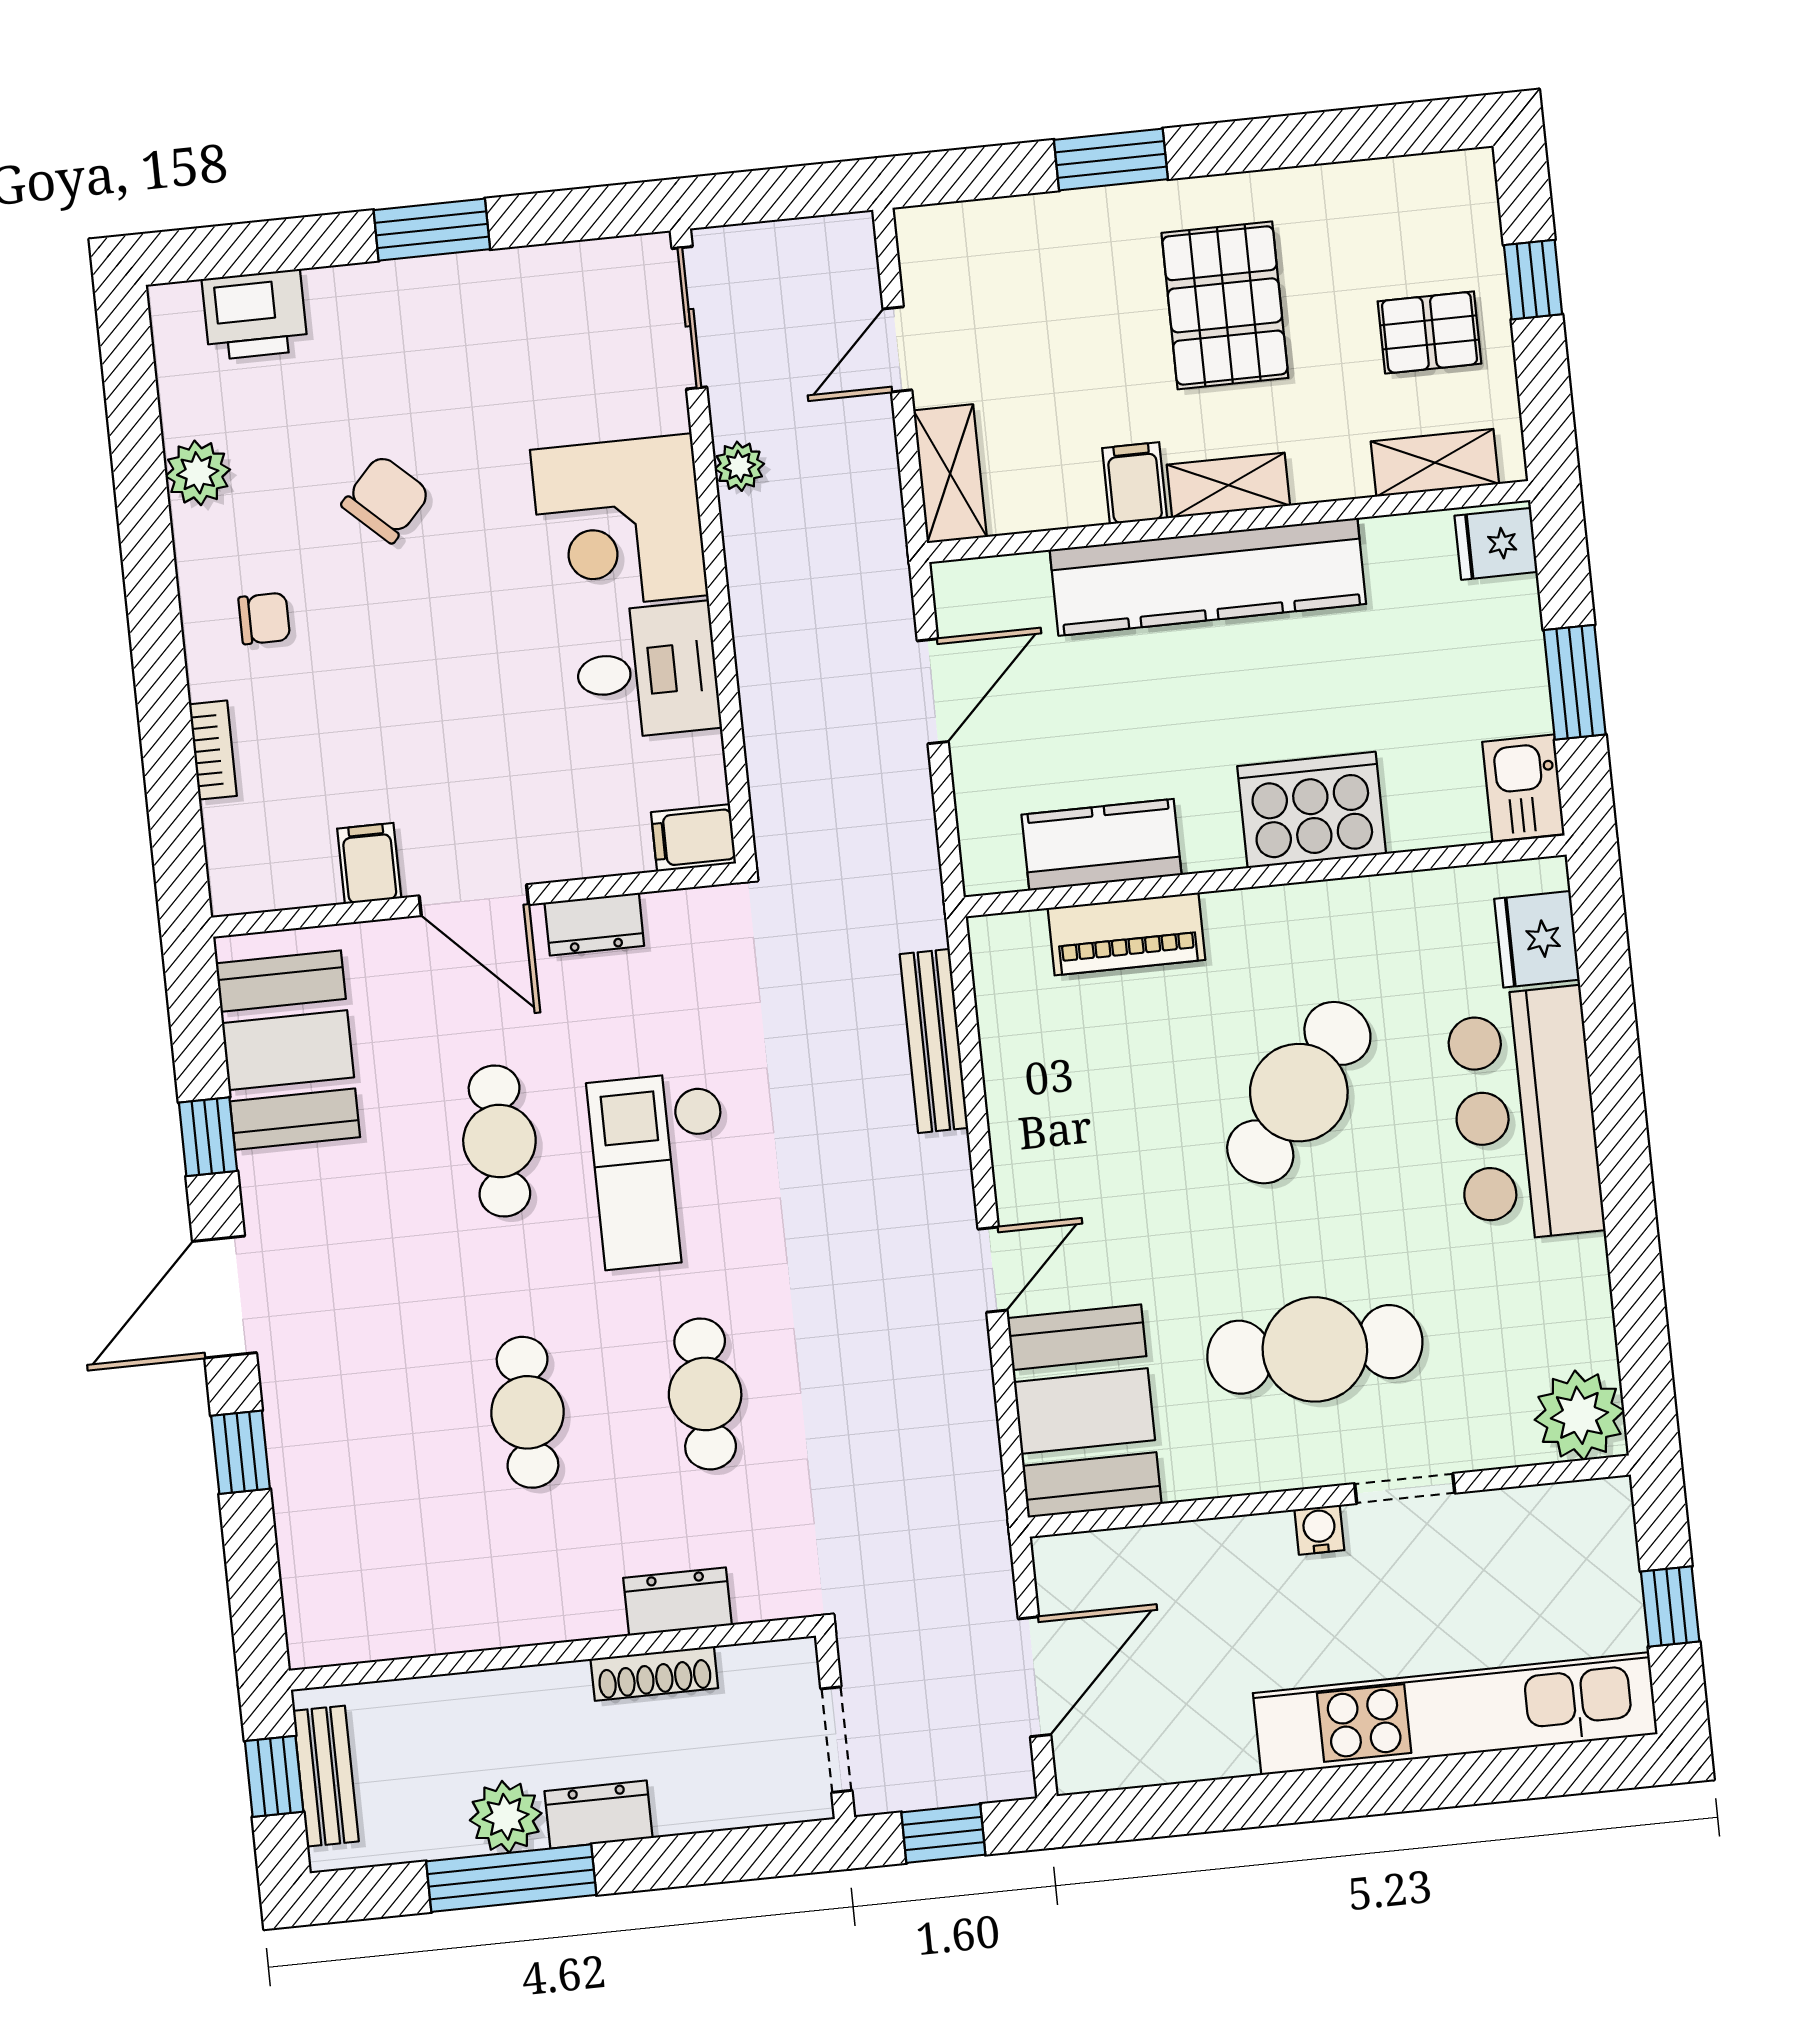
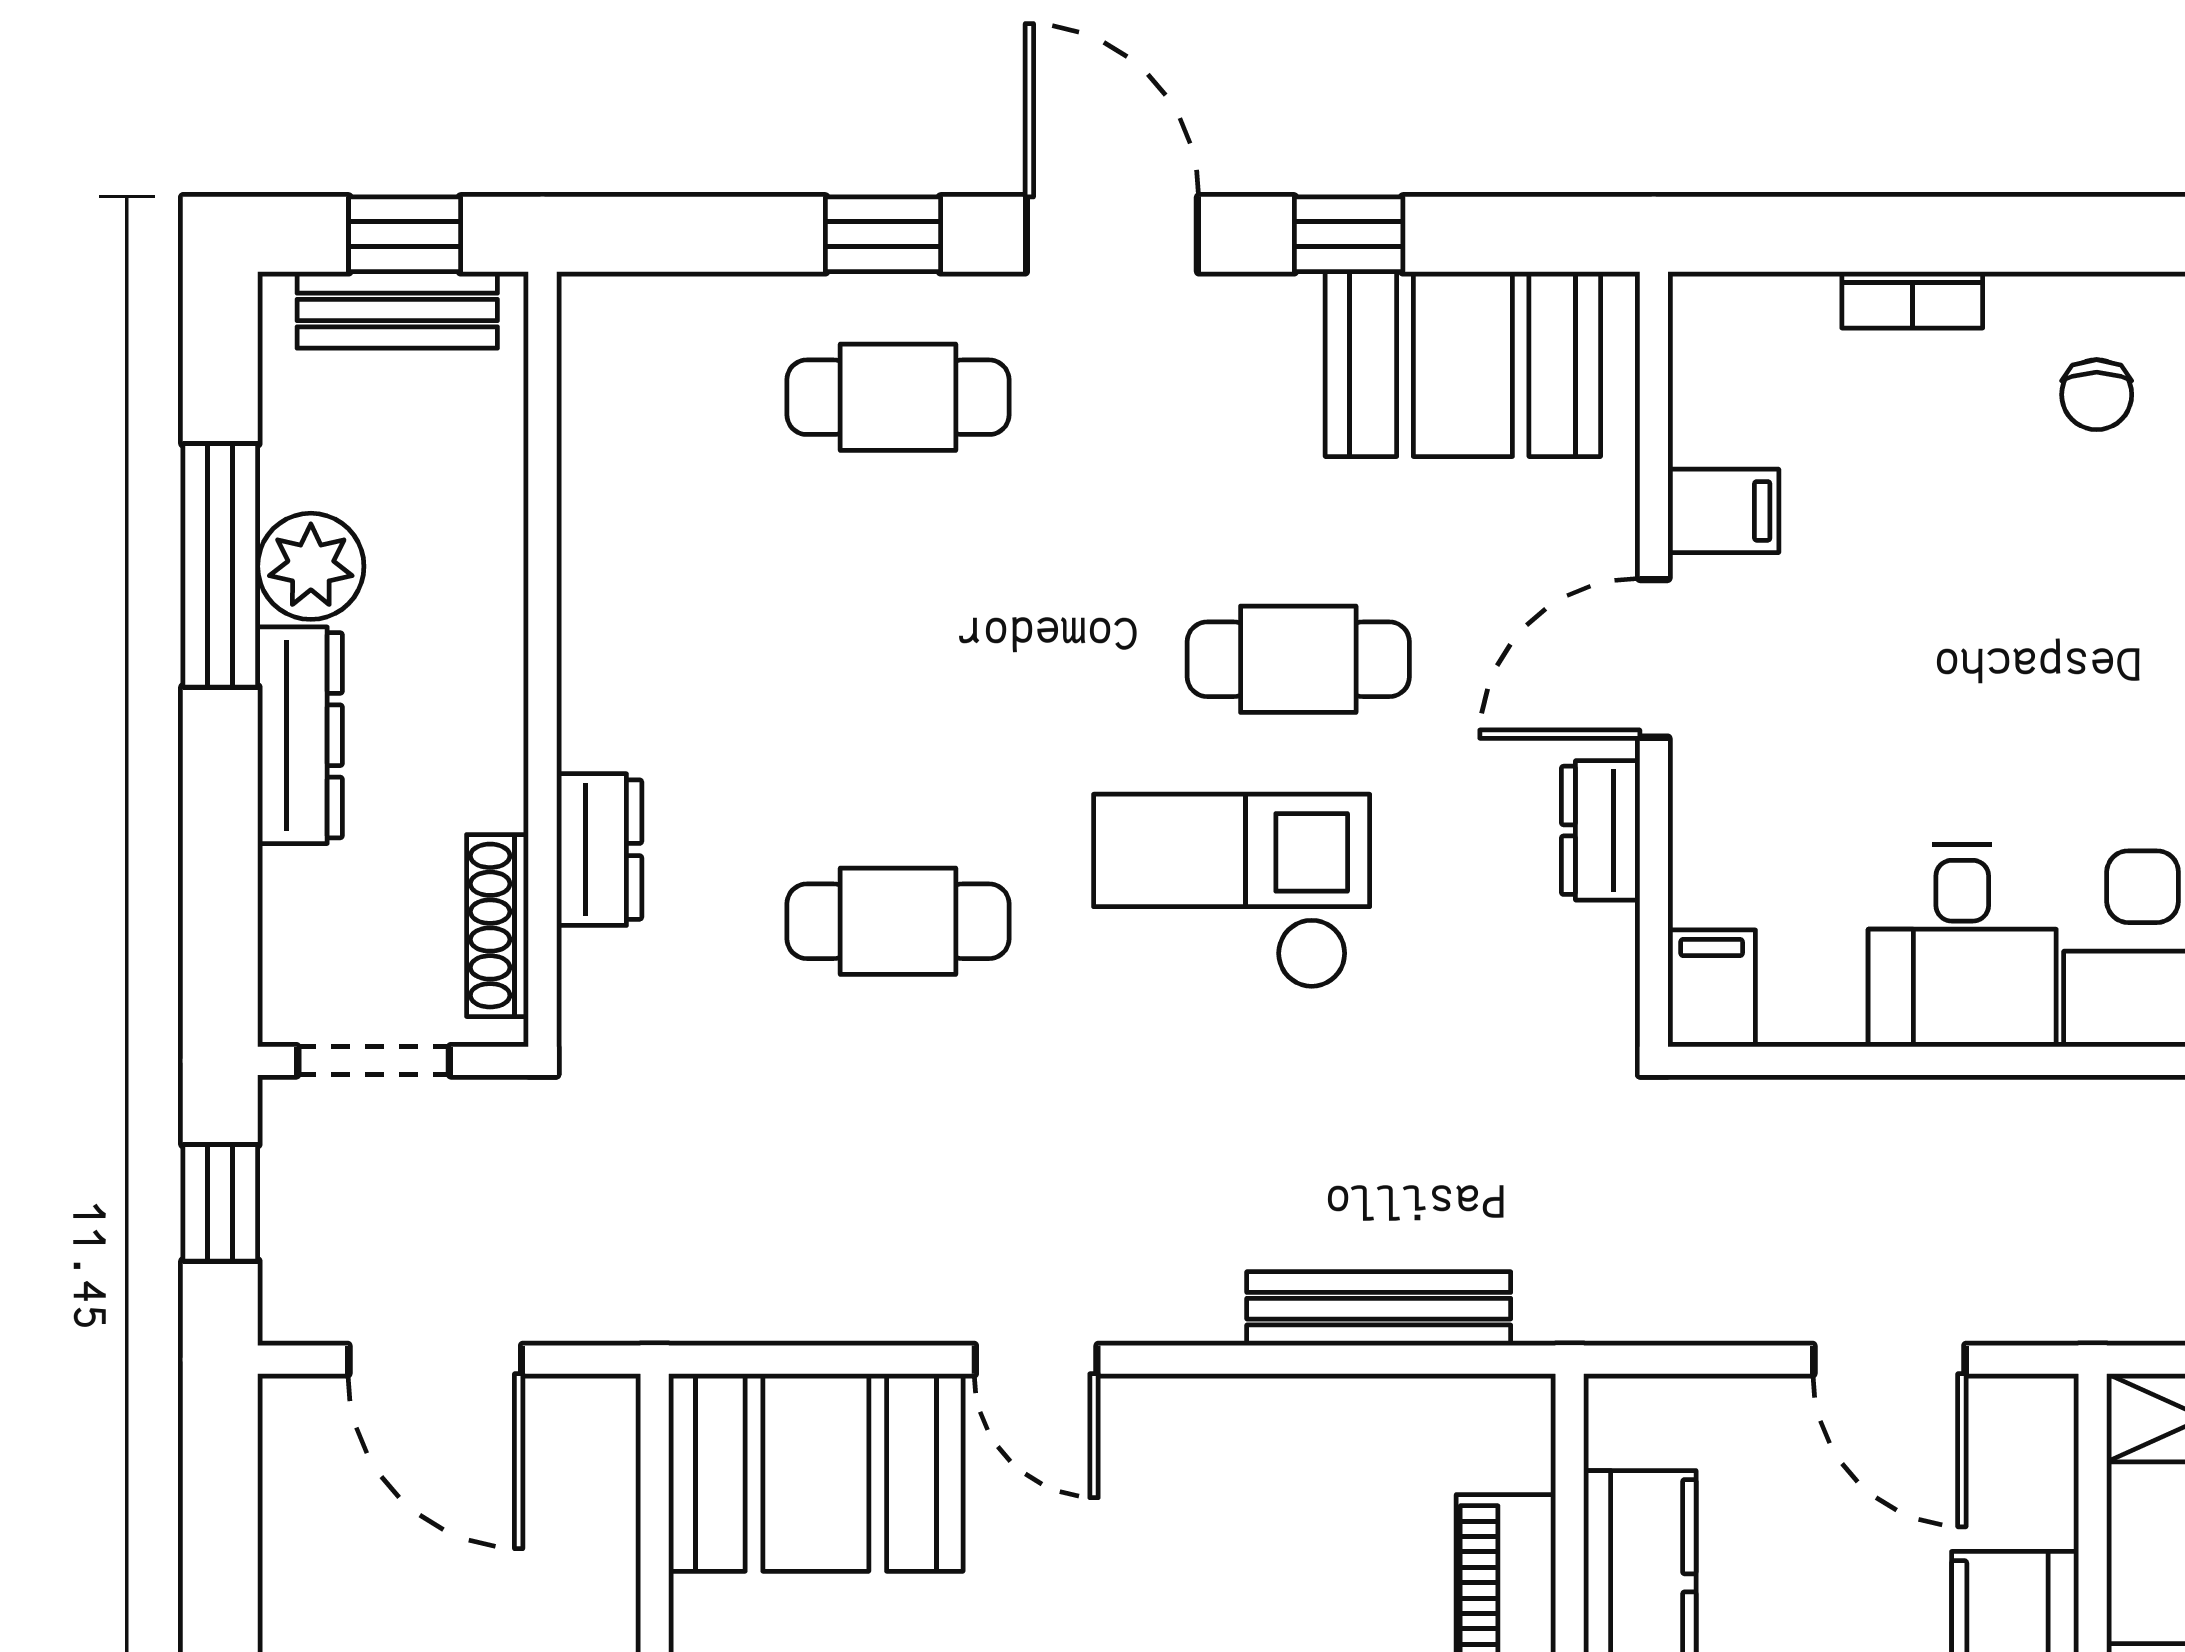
cafe table: (528, 1412) -> (898, 397), moved
shoe rack: (654, 1673) -> (498, 926), moved
dresser: (599, 1815) -> (300, 735), width x1.44

